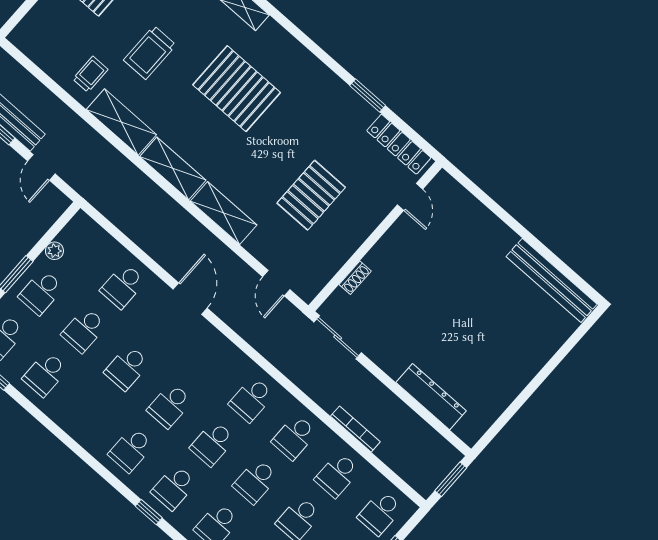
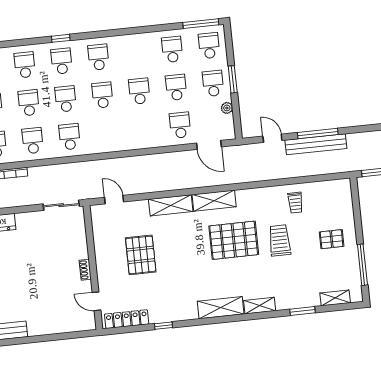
pallet: (237, 89) -> (234, 240), moved
window: (368, 96) -> (163, 326), width x0.67
shelving: (121, 122) -> (221, 308), moved
shoe rack: (355, 278) -> (85, 270), moved
door: (190, 299) -> (209, 145), moved

